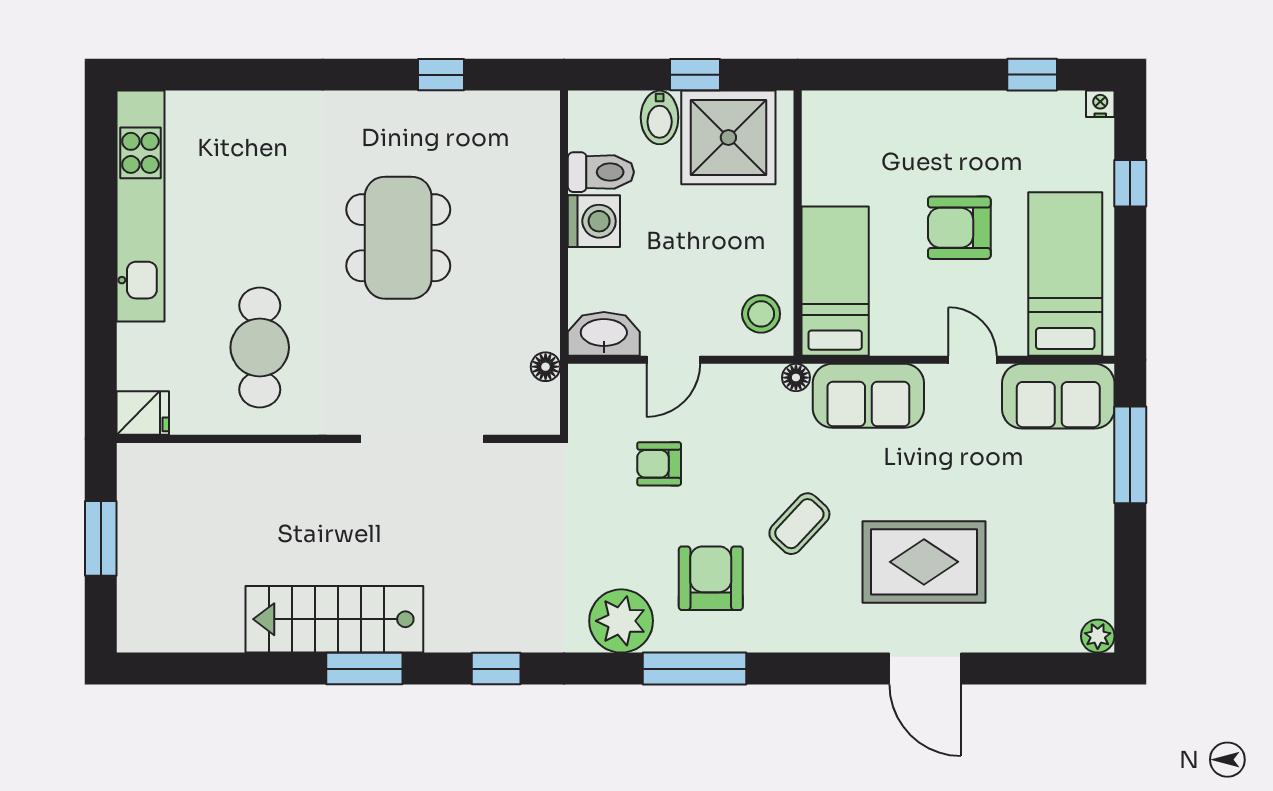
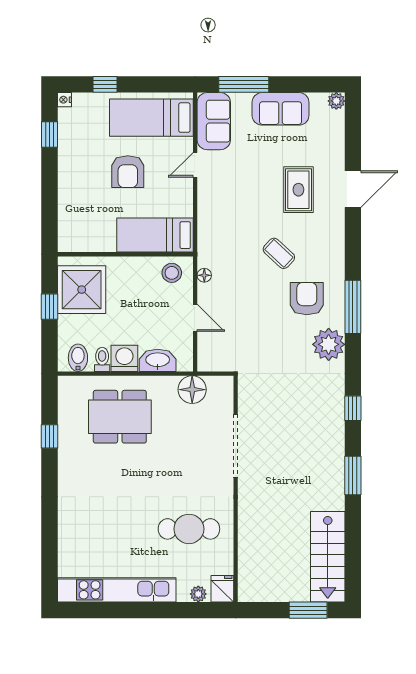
bidet: (660, 117) -> (78, 358), moved, turned -90
toilet: (601, 172) -> (102, 359), width x0.73, depth x0.72
dining table: (398, 238) -> (120, 417), moved
washbasin: (604, 334) -> (158, 360), moved, turned 90
plant: (132, 366) -> (198, 594), added
floor lamp: (546, 367) -> (192, 390), width x1.89, depth x1.89
floor lamp: (796, 378) -> (204, 275), moved
sofa: (868, 396) -> (281, 109), moved, turned 90
armchair: (659, 464) -> (248, 325), removed
window: (101, 538) -> (308, 610), moved
rug: (924, 562) -> (298, 190), width x0.73, depth x0.70
armchair: (711, 578) -> (307, 299), turned 90
stairs: (334, 619) -> (328, 557), moved

